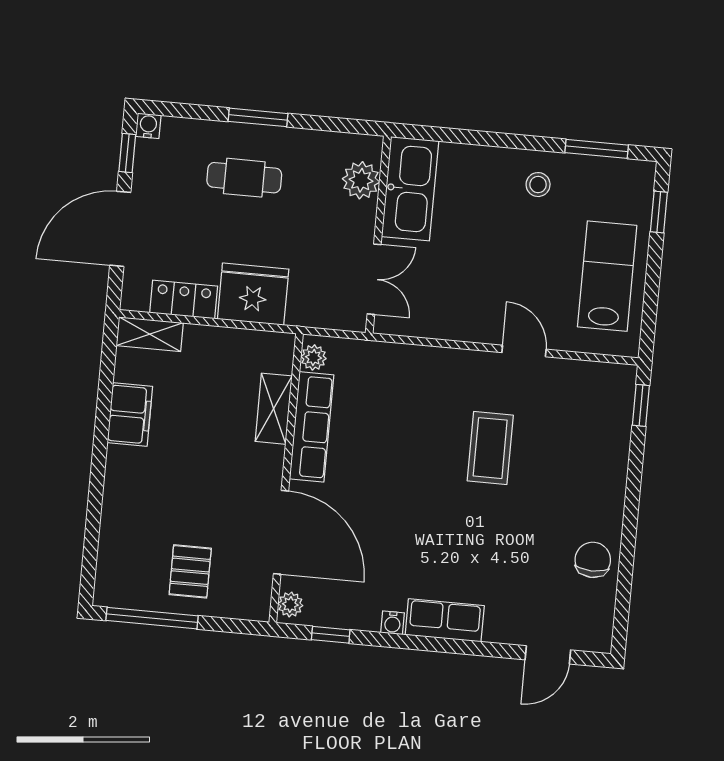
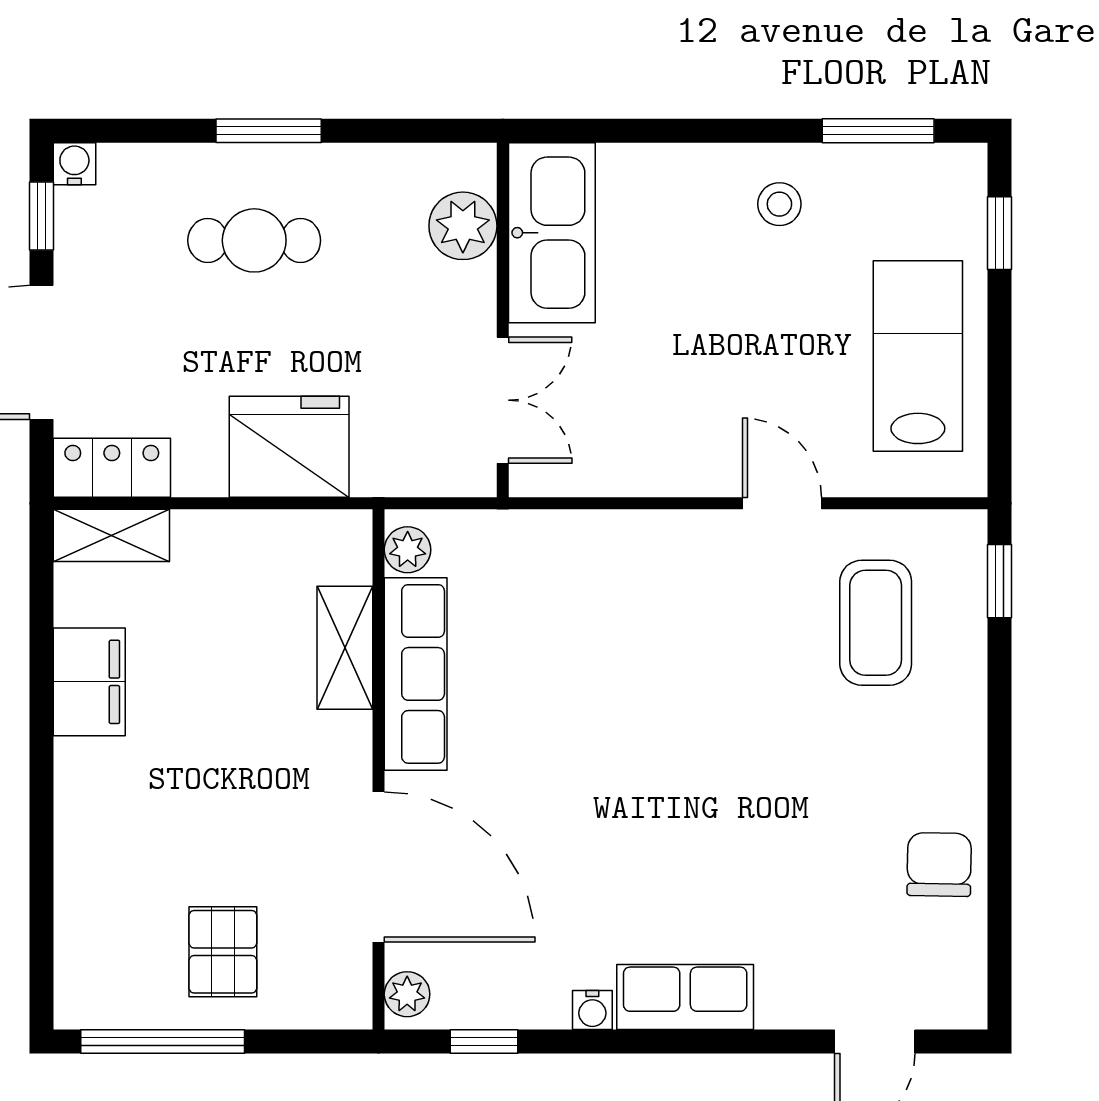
locker: (184, 299) -> (112, 468), moved
coffee table: (490, 448) -> (876, 623), moved

